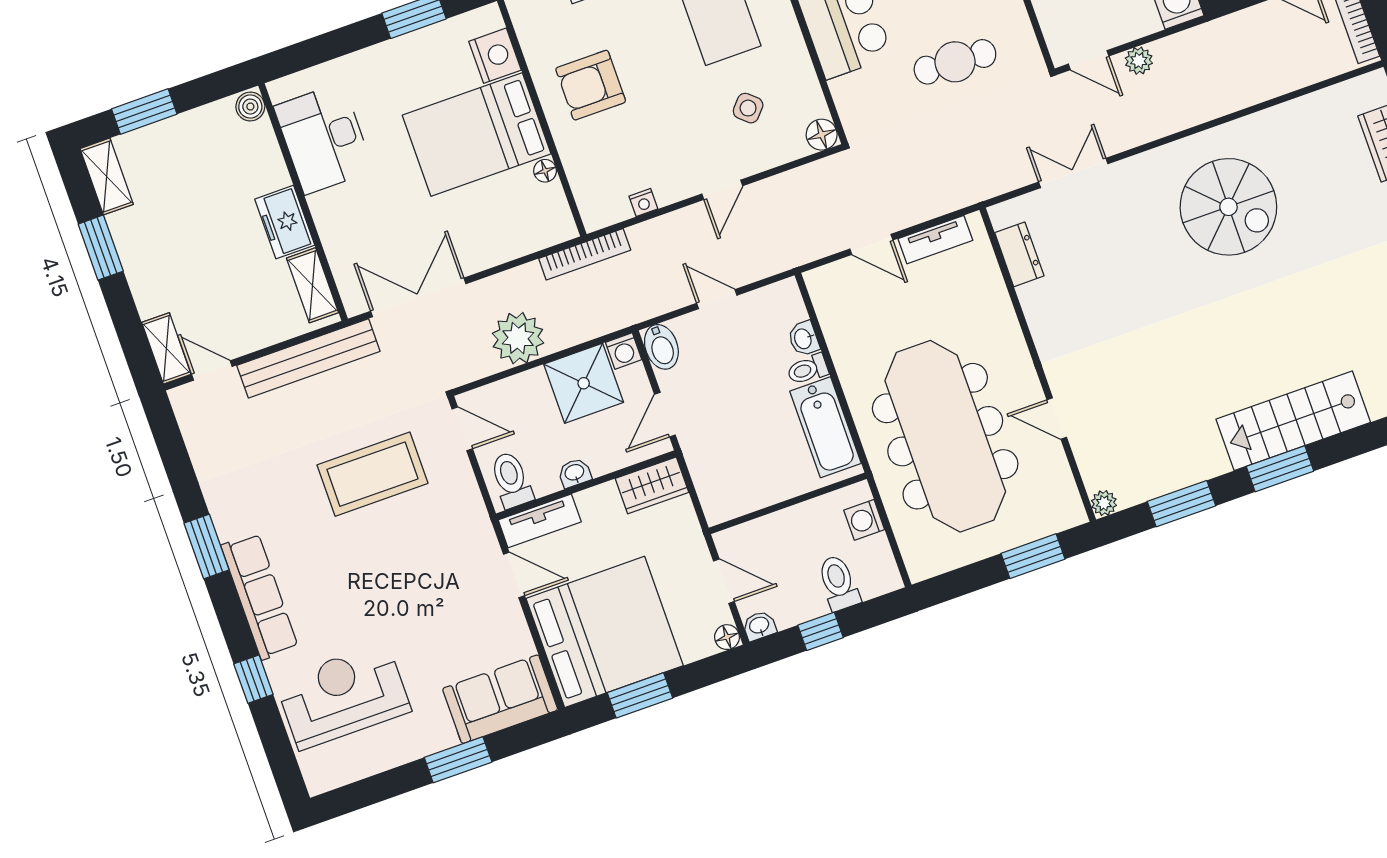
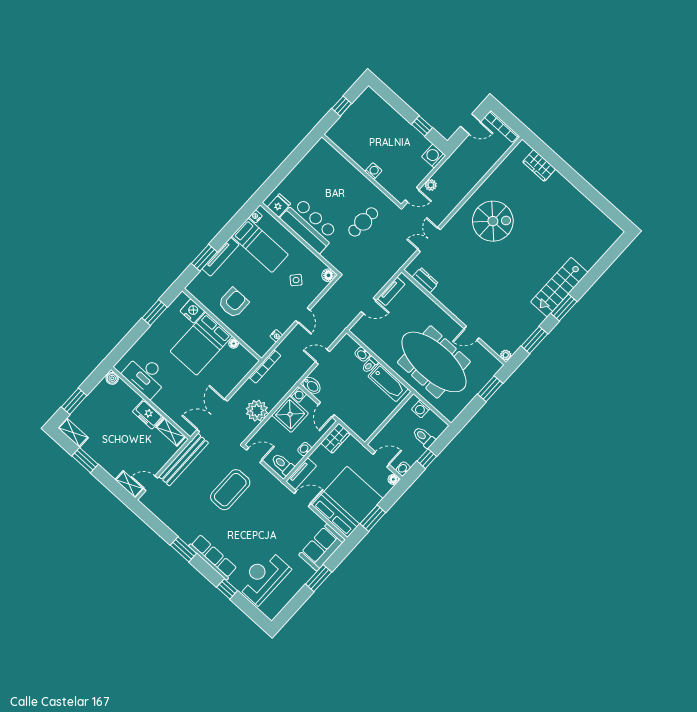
armchair: (591, 85) -> (233, 303), turned 180

